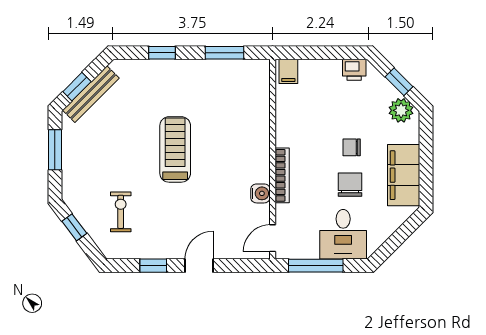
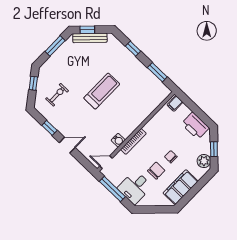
printer: (354, 70) -> (195, 126), width x1.87, depth x1.48

